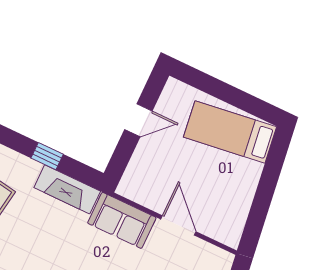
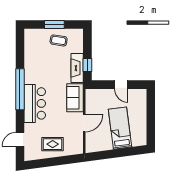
bed: (230, 132) -> (120, 128), moved
window: (47, 156) -> (87, 65), moved

